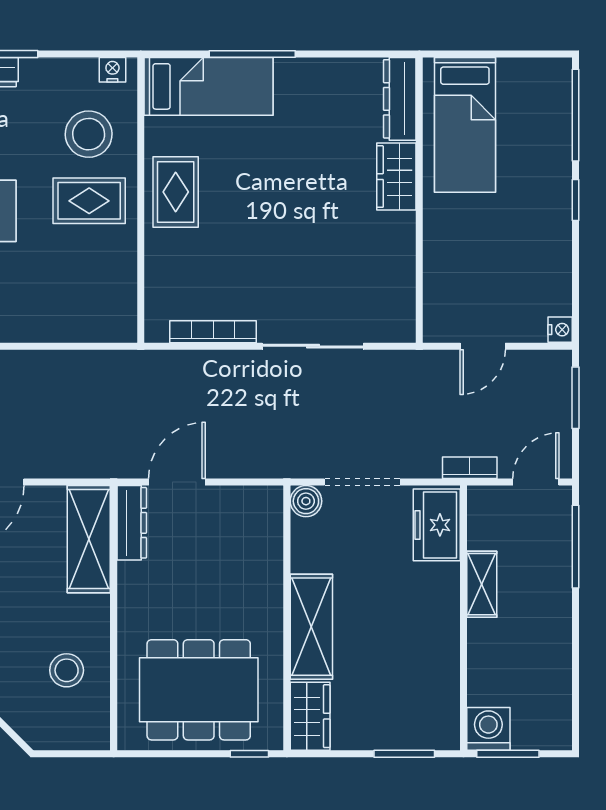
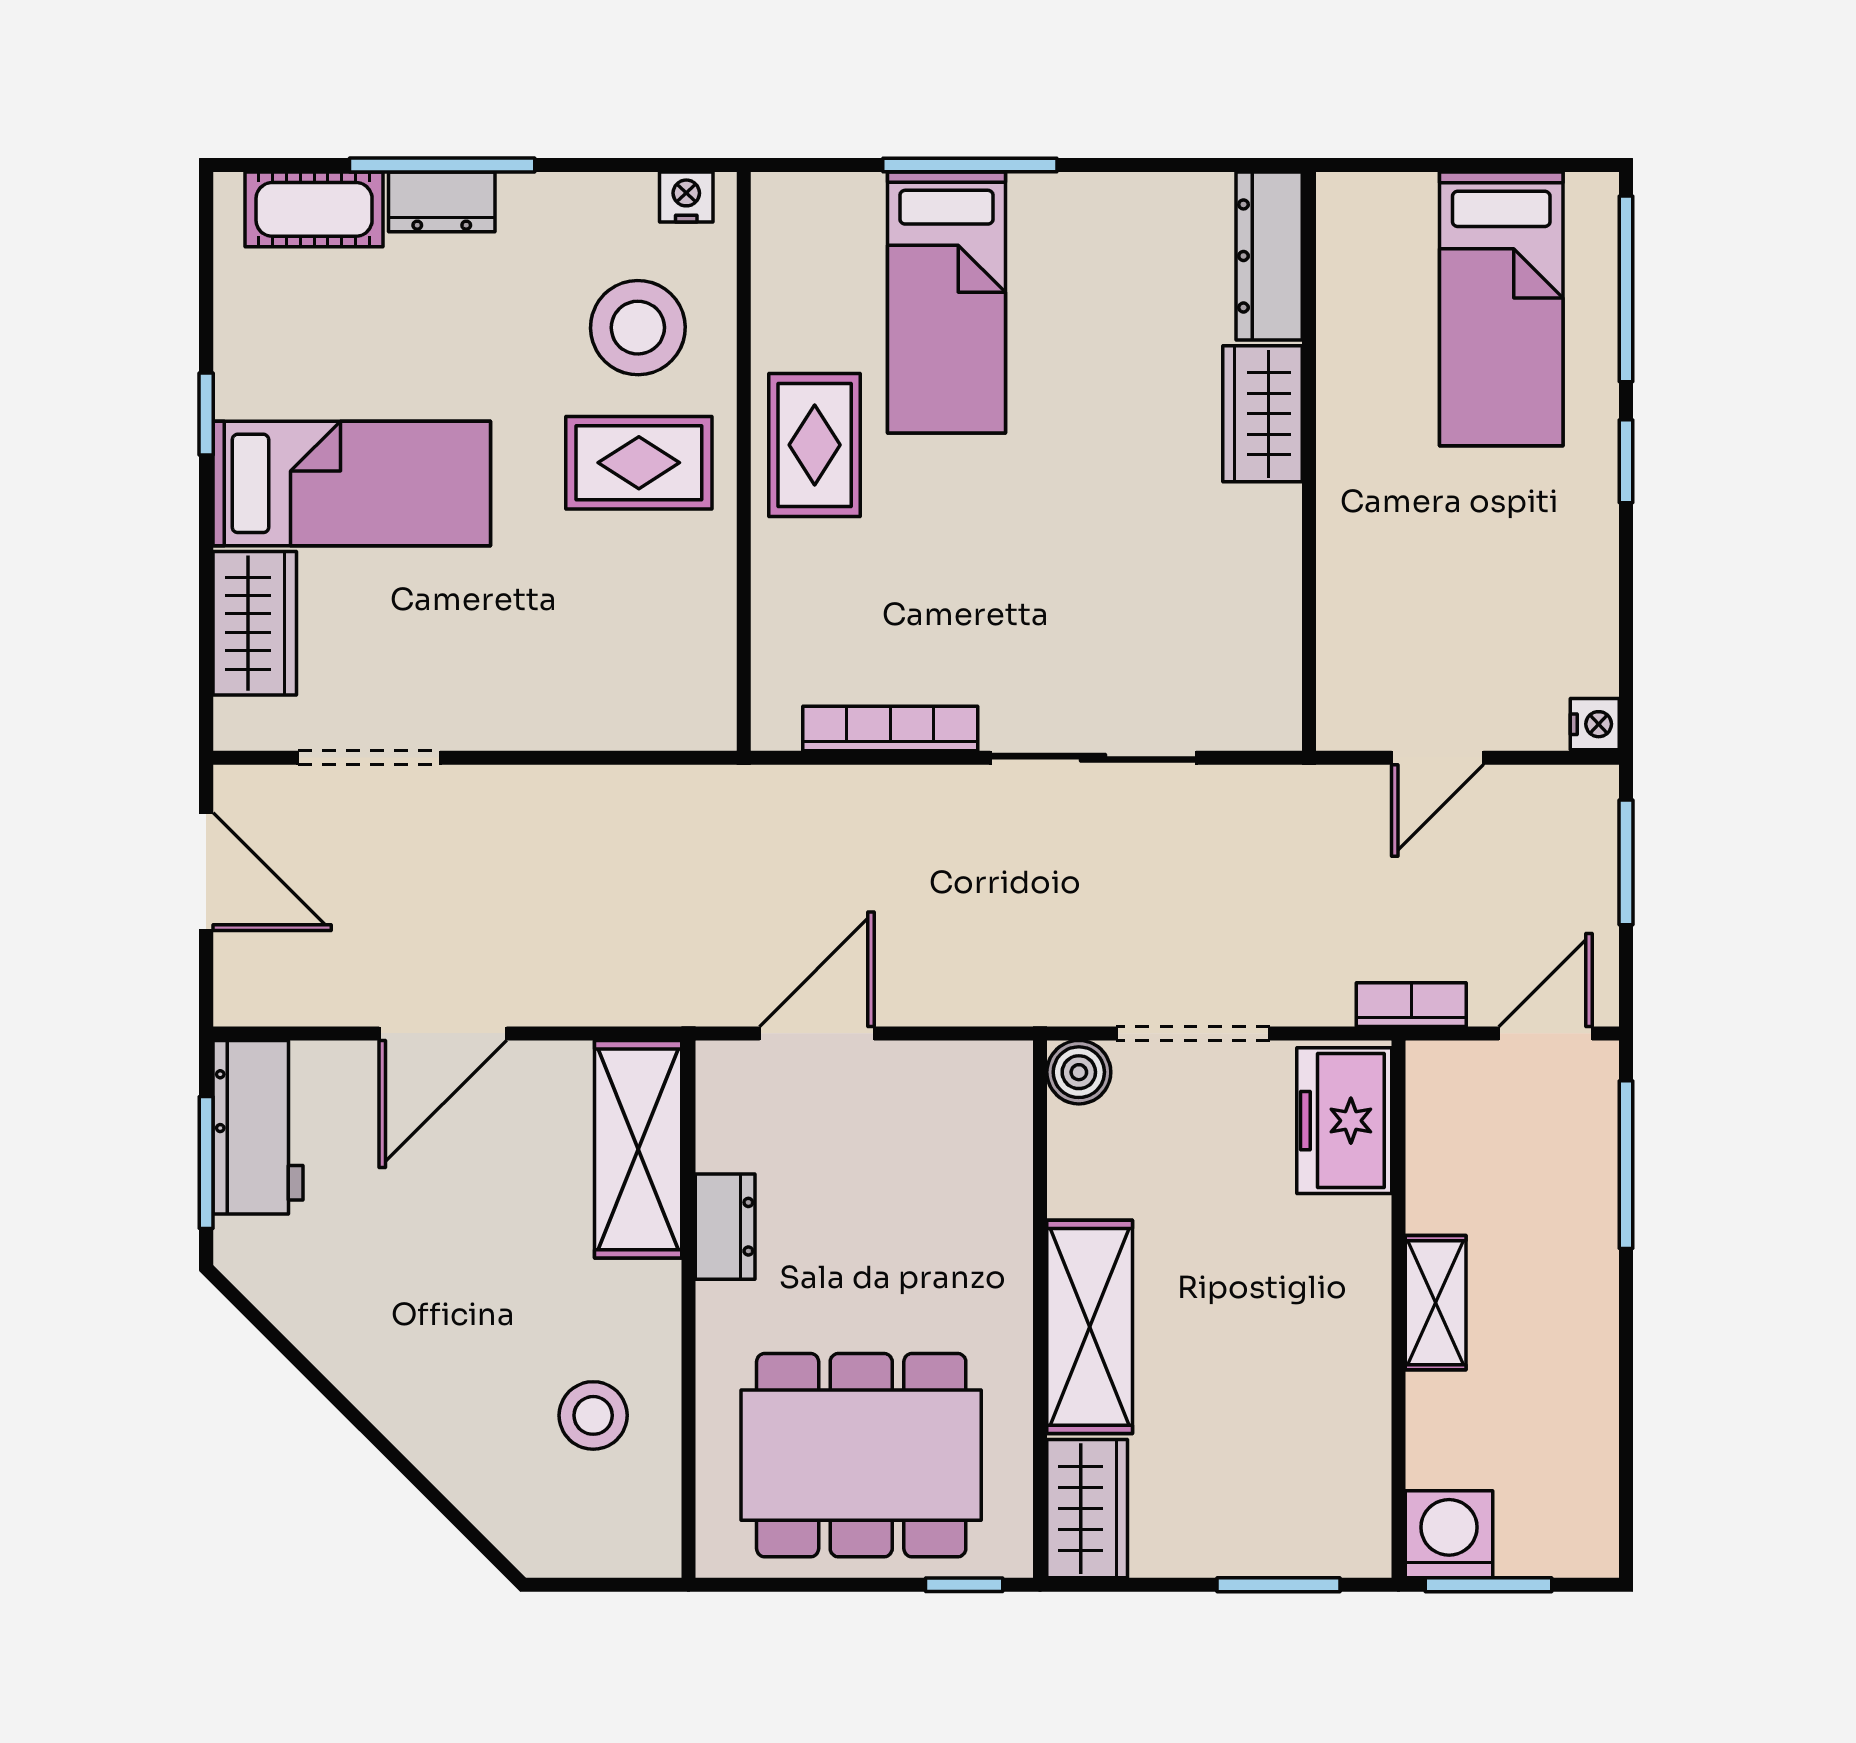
bed: (209, 86) -> (946, 303), moved, turned 90
bed: (465, 125) -> (1501, 309), moved
dresser: (132, 523) -> (725, 1227), moved, width x0.70
shelving: (482, 584) -> (1436, 1303), moved

